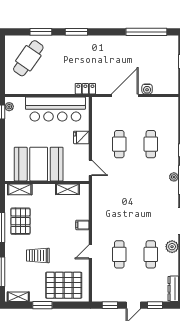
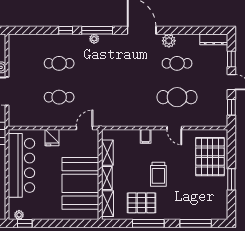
cafe table: (119, 254) -> (177, 97), width x1.37, depth x1.35
trolley: (38, 255) -> (158, 174), moved
shelving: (18, 297) -> (107, 178), moved

